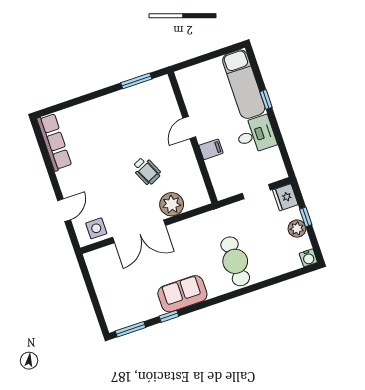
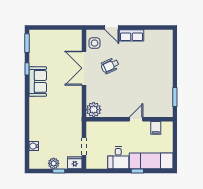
door: (189, 128) -> (136, 119), hinge flipped
row of seats: (54, 142) -> (132, 35), moved, width x0.68
filing cabinet: (211, 149) -> (156, 128), moved
wheelchair: (146, 171) -> (110, 66), moved
plant: (172, 204) -> (94, 110), moved
water cooler: (308, 258) -> (34, 146), moved
cafe table: (235, 261) -> (46, 120), removed

